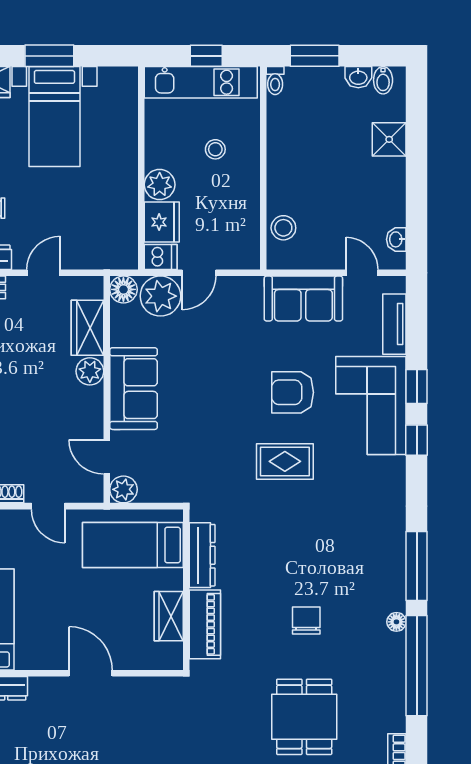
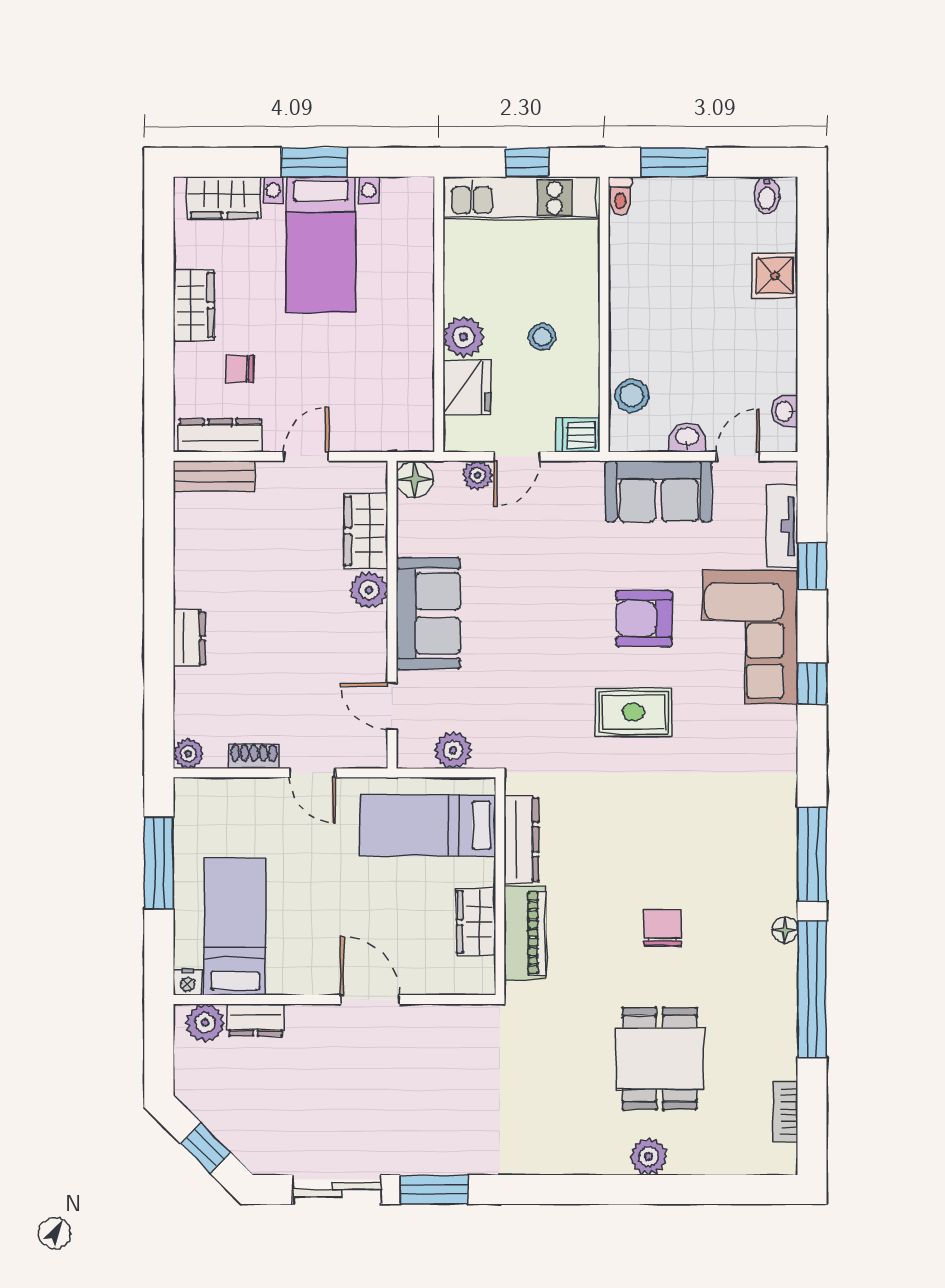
washbasin: (358, 77) -> (687, 438), moved, turned 180
stool: (215, 149) -> (542, 337), moved
dishwasher: (161, 257) -> (578, 435), moved, turned 180
door: (362, 273) -> (738, 456), hinge flipped
plant: (160, 296) -> (478, 475), width x0.53, depth x0.53
window: (417, 387) -> (812, 566), moved
plant: (123, 489) -> (453, 750), moved

